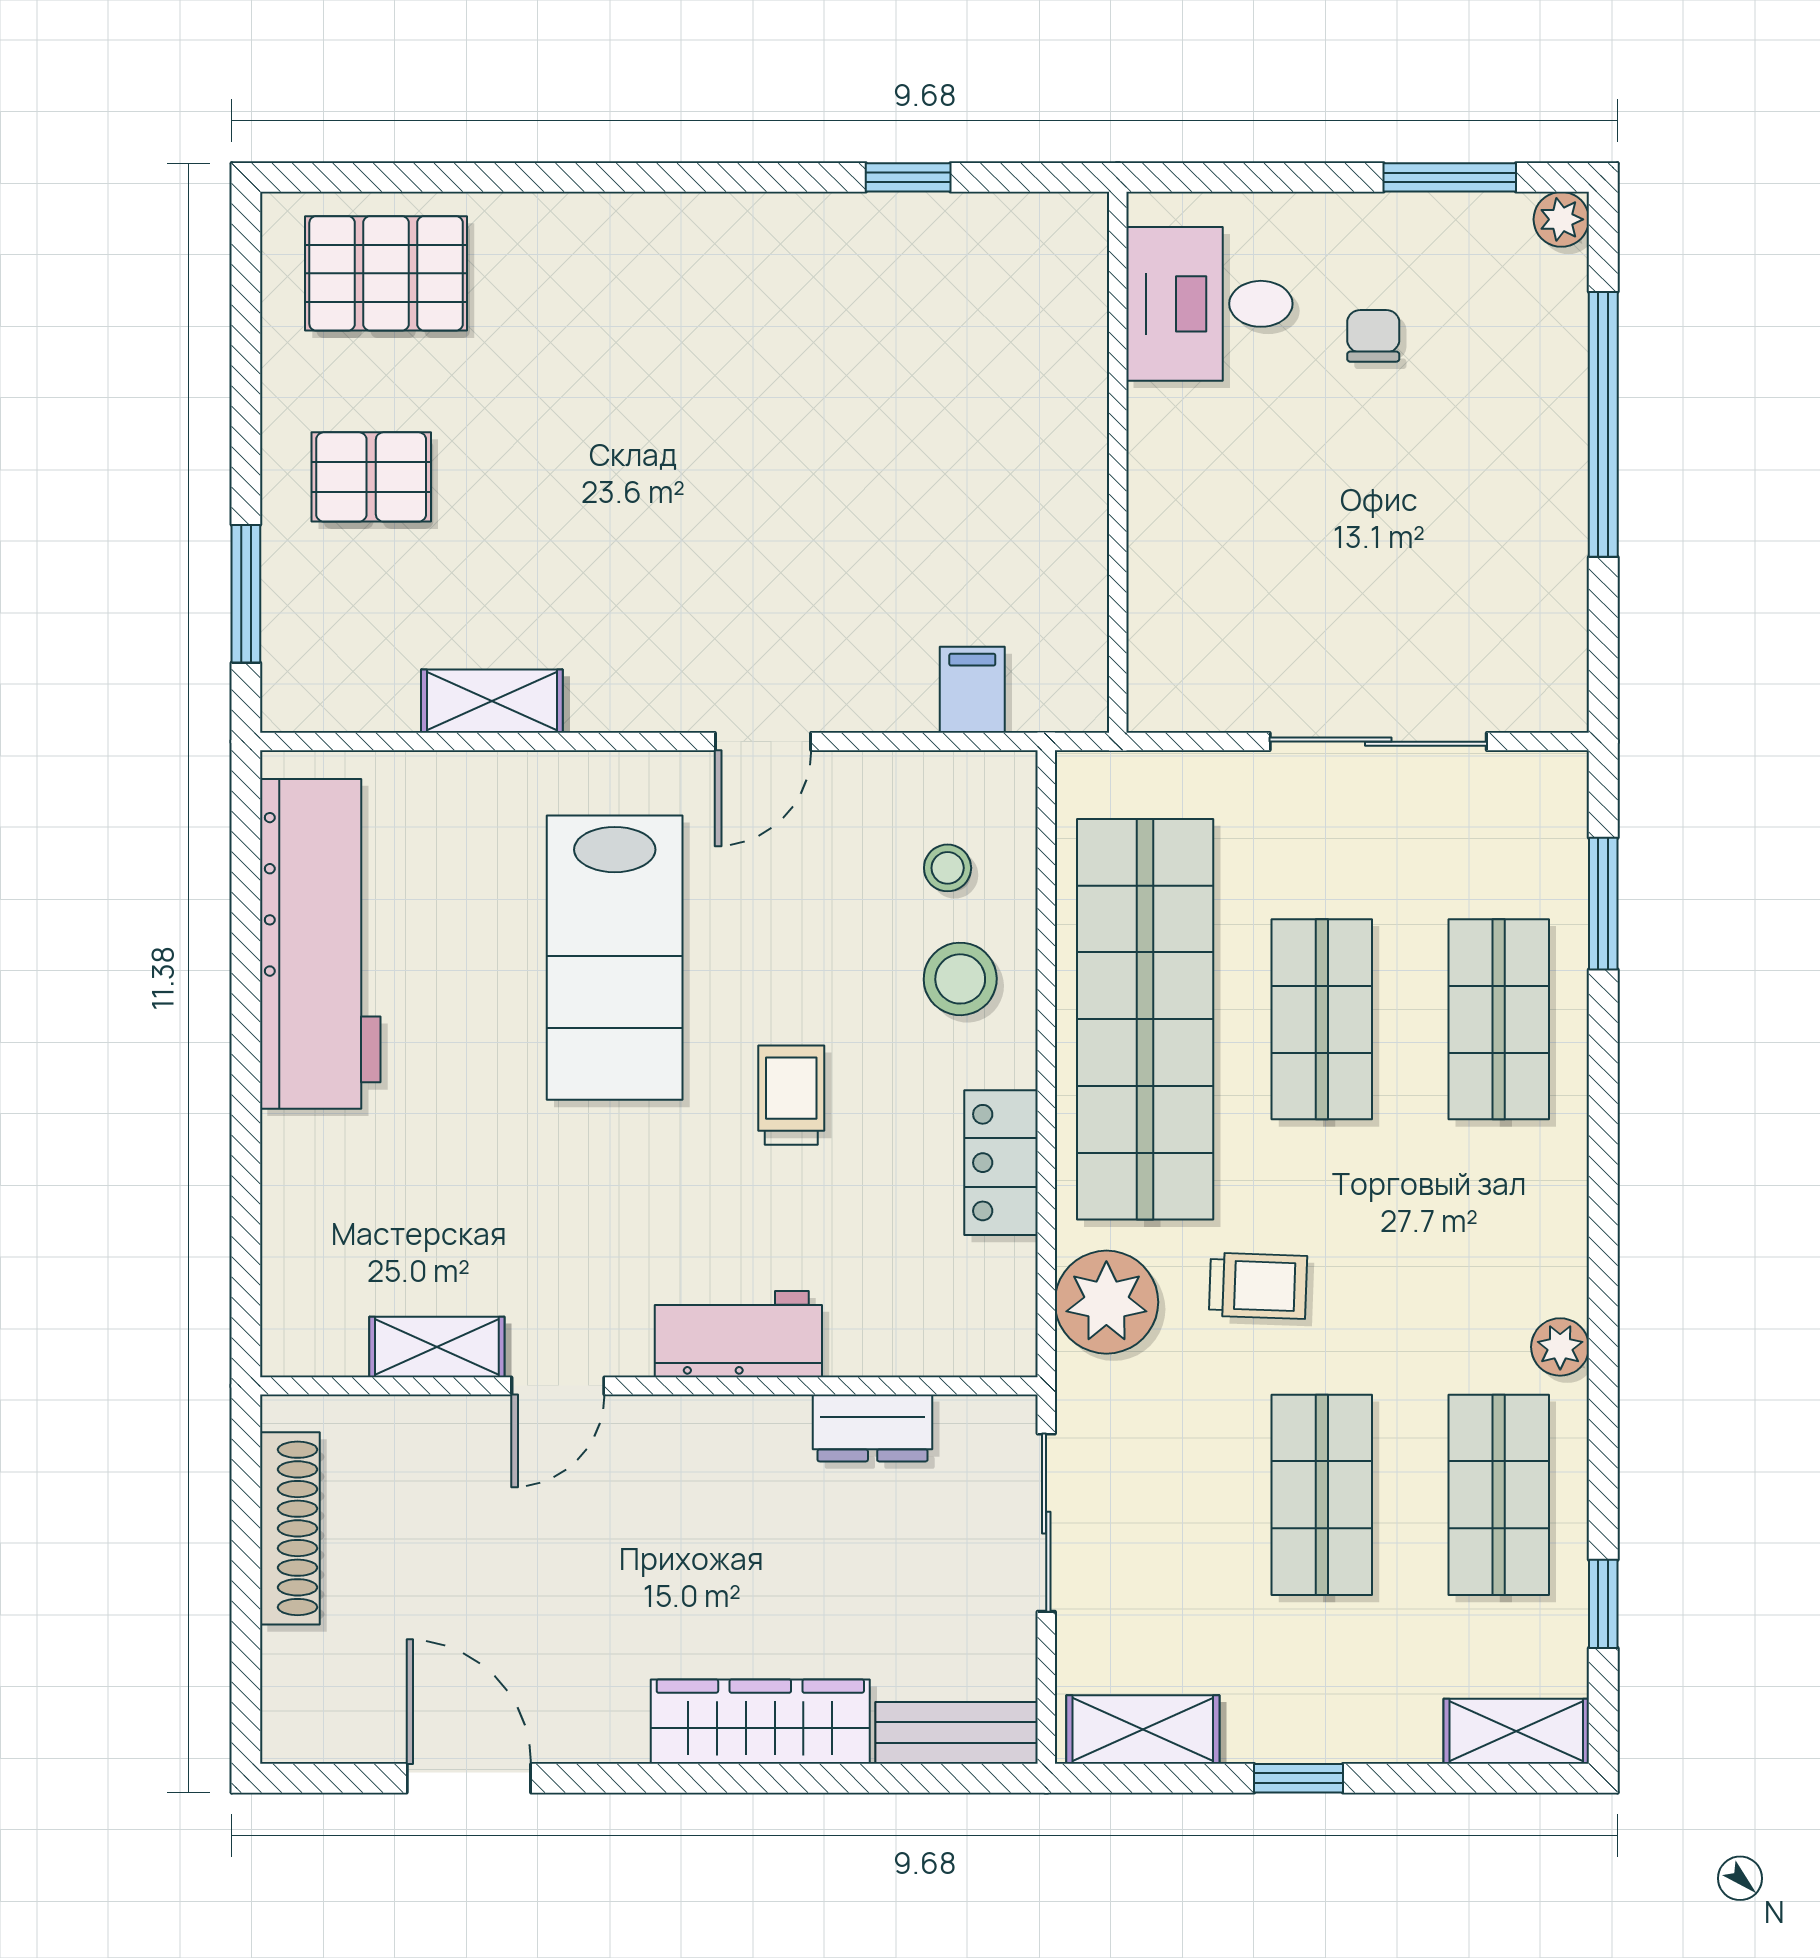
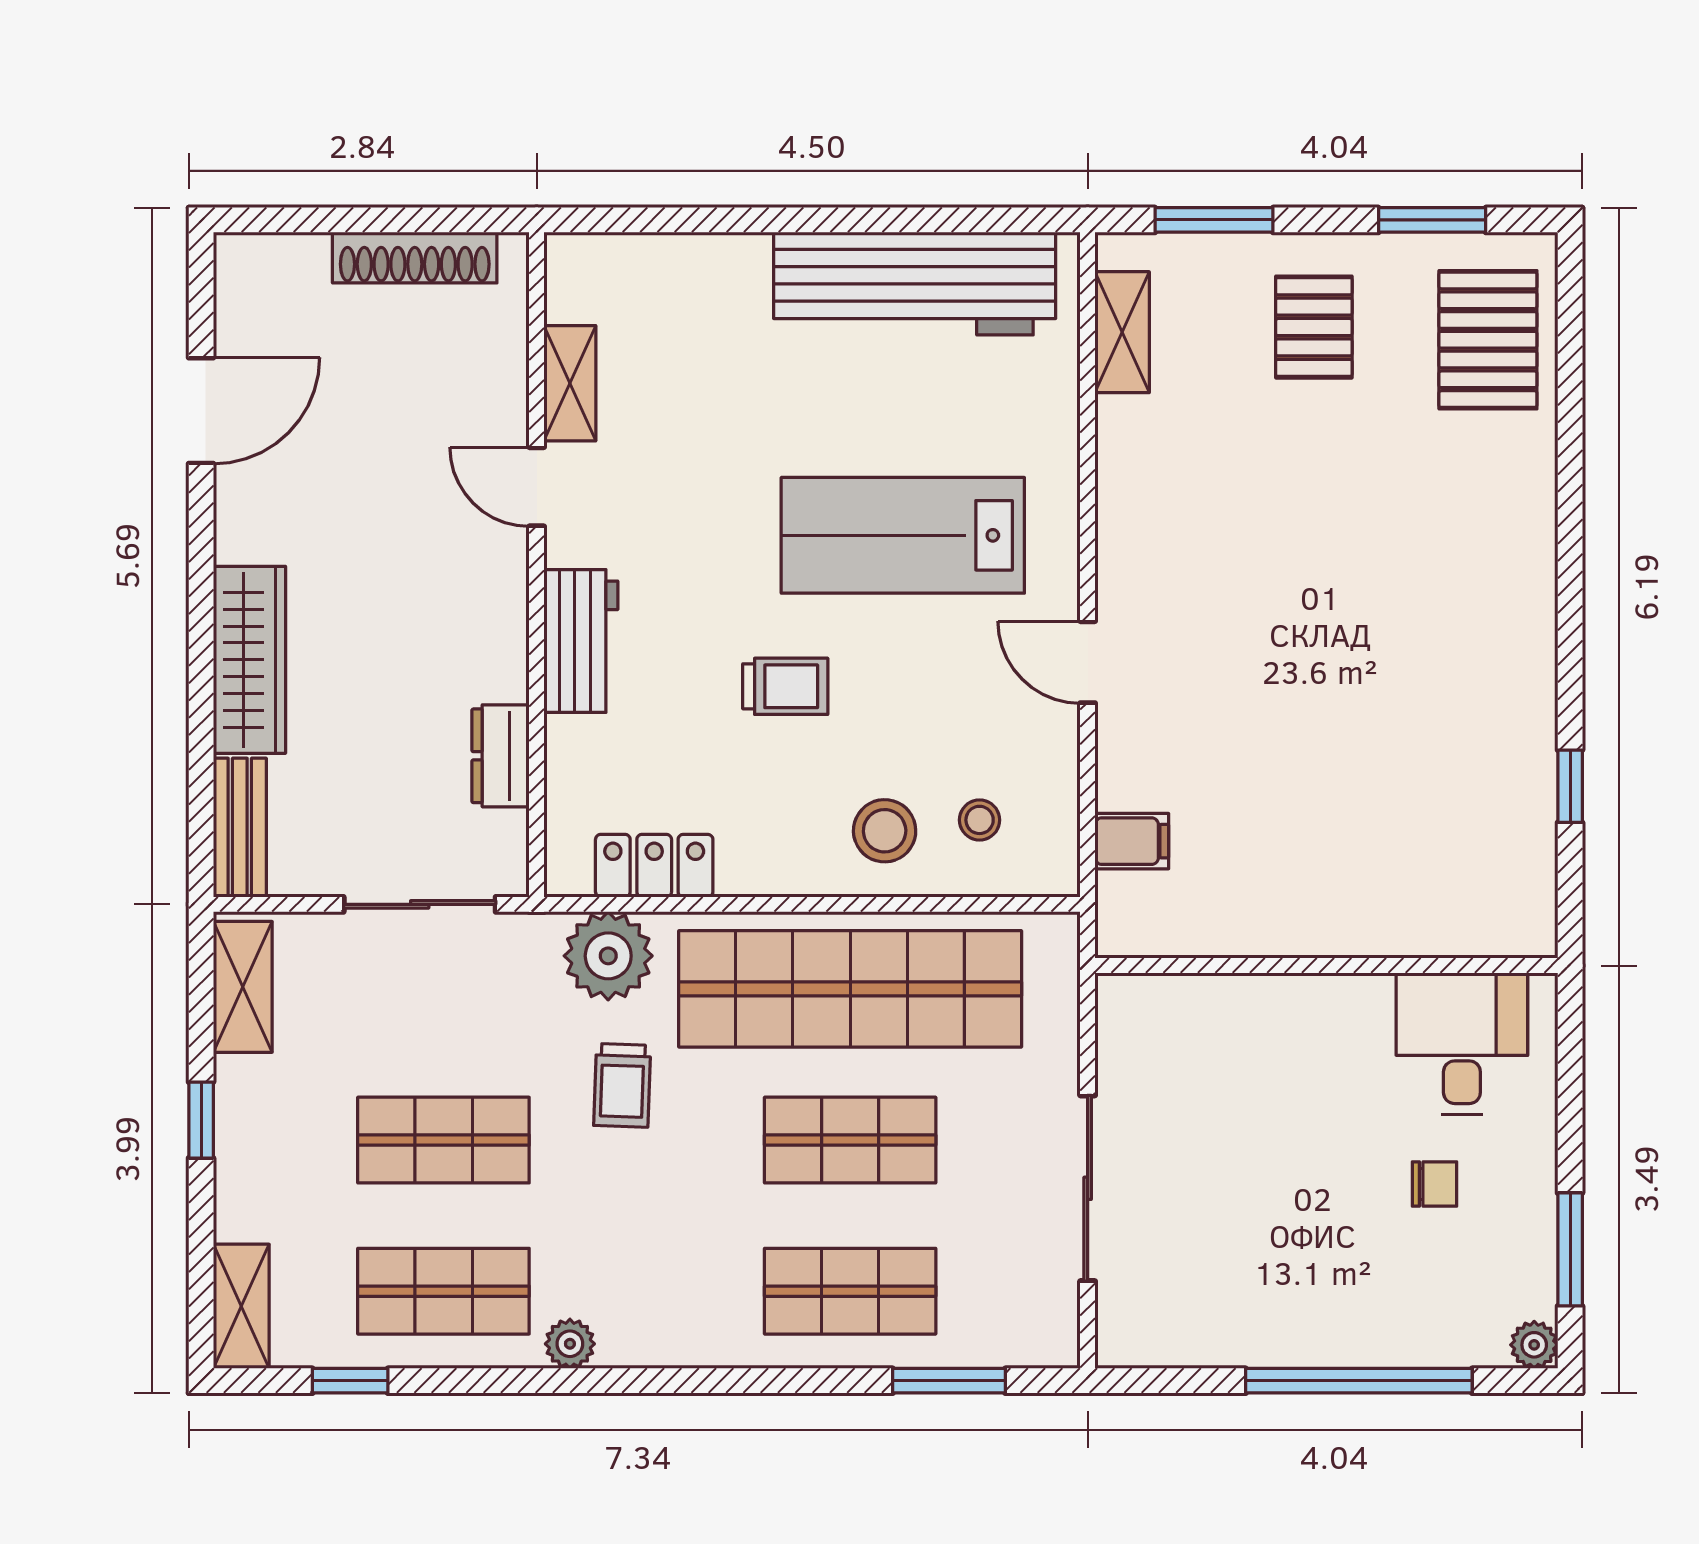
window: (246, 339) -> (1432, 220), added
shelving: (492, 701) -> (1122, 332), moved
locker: (1001, 1163) -> (654, 866), moved

